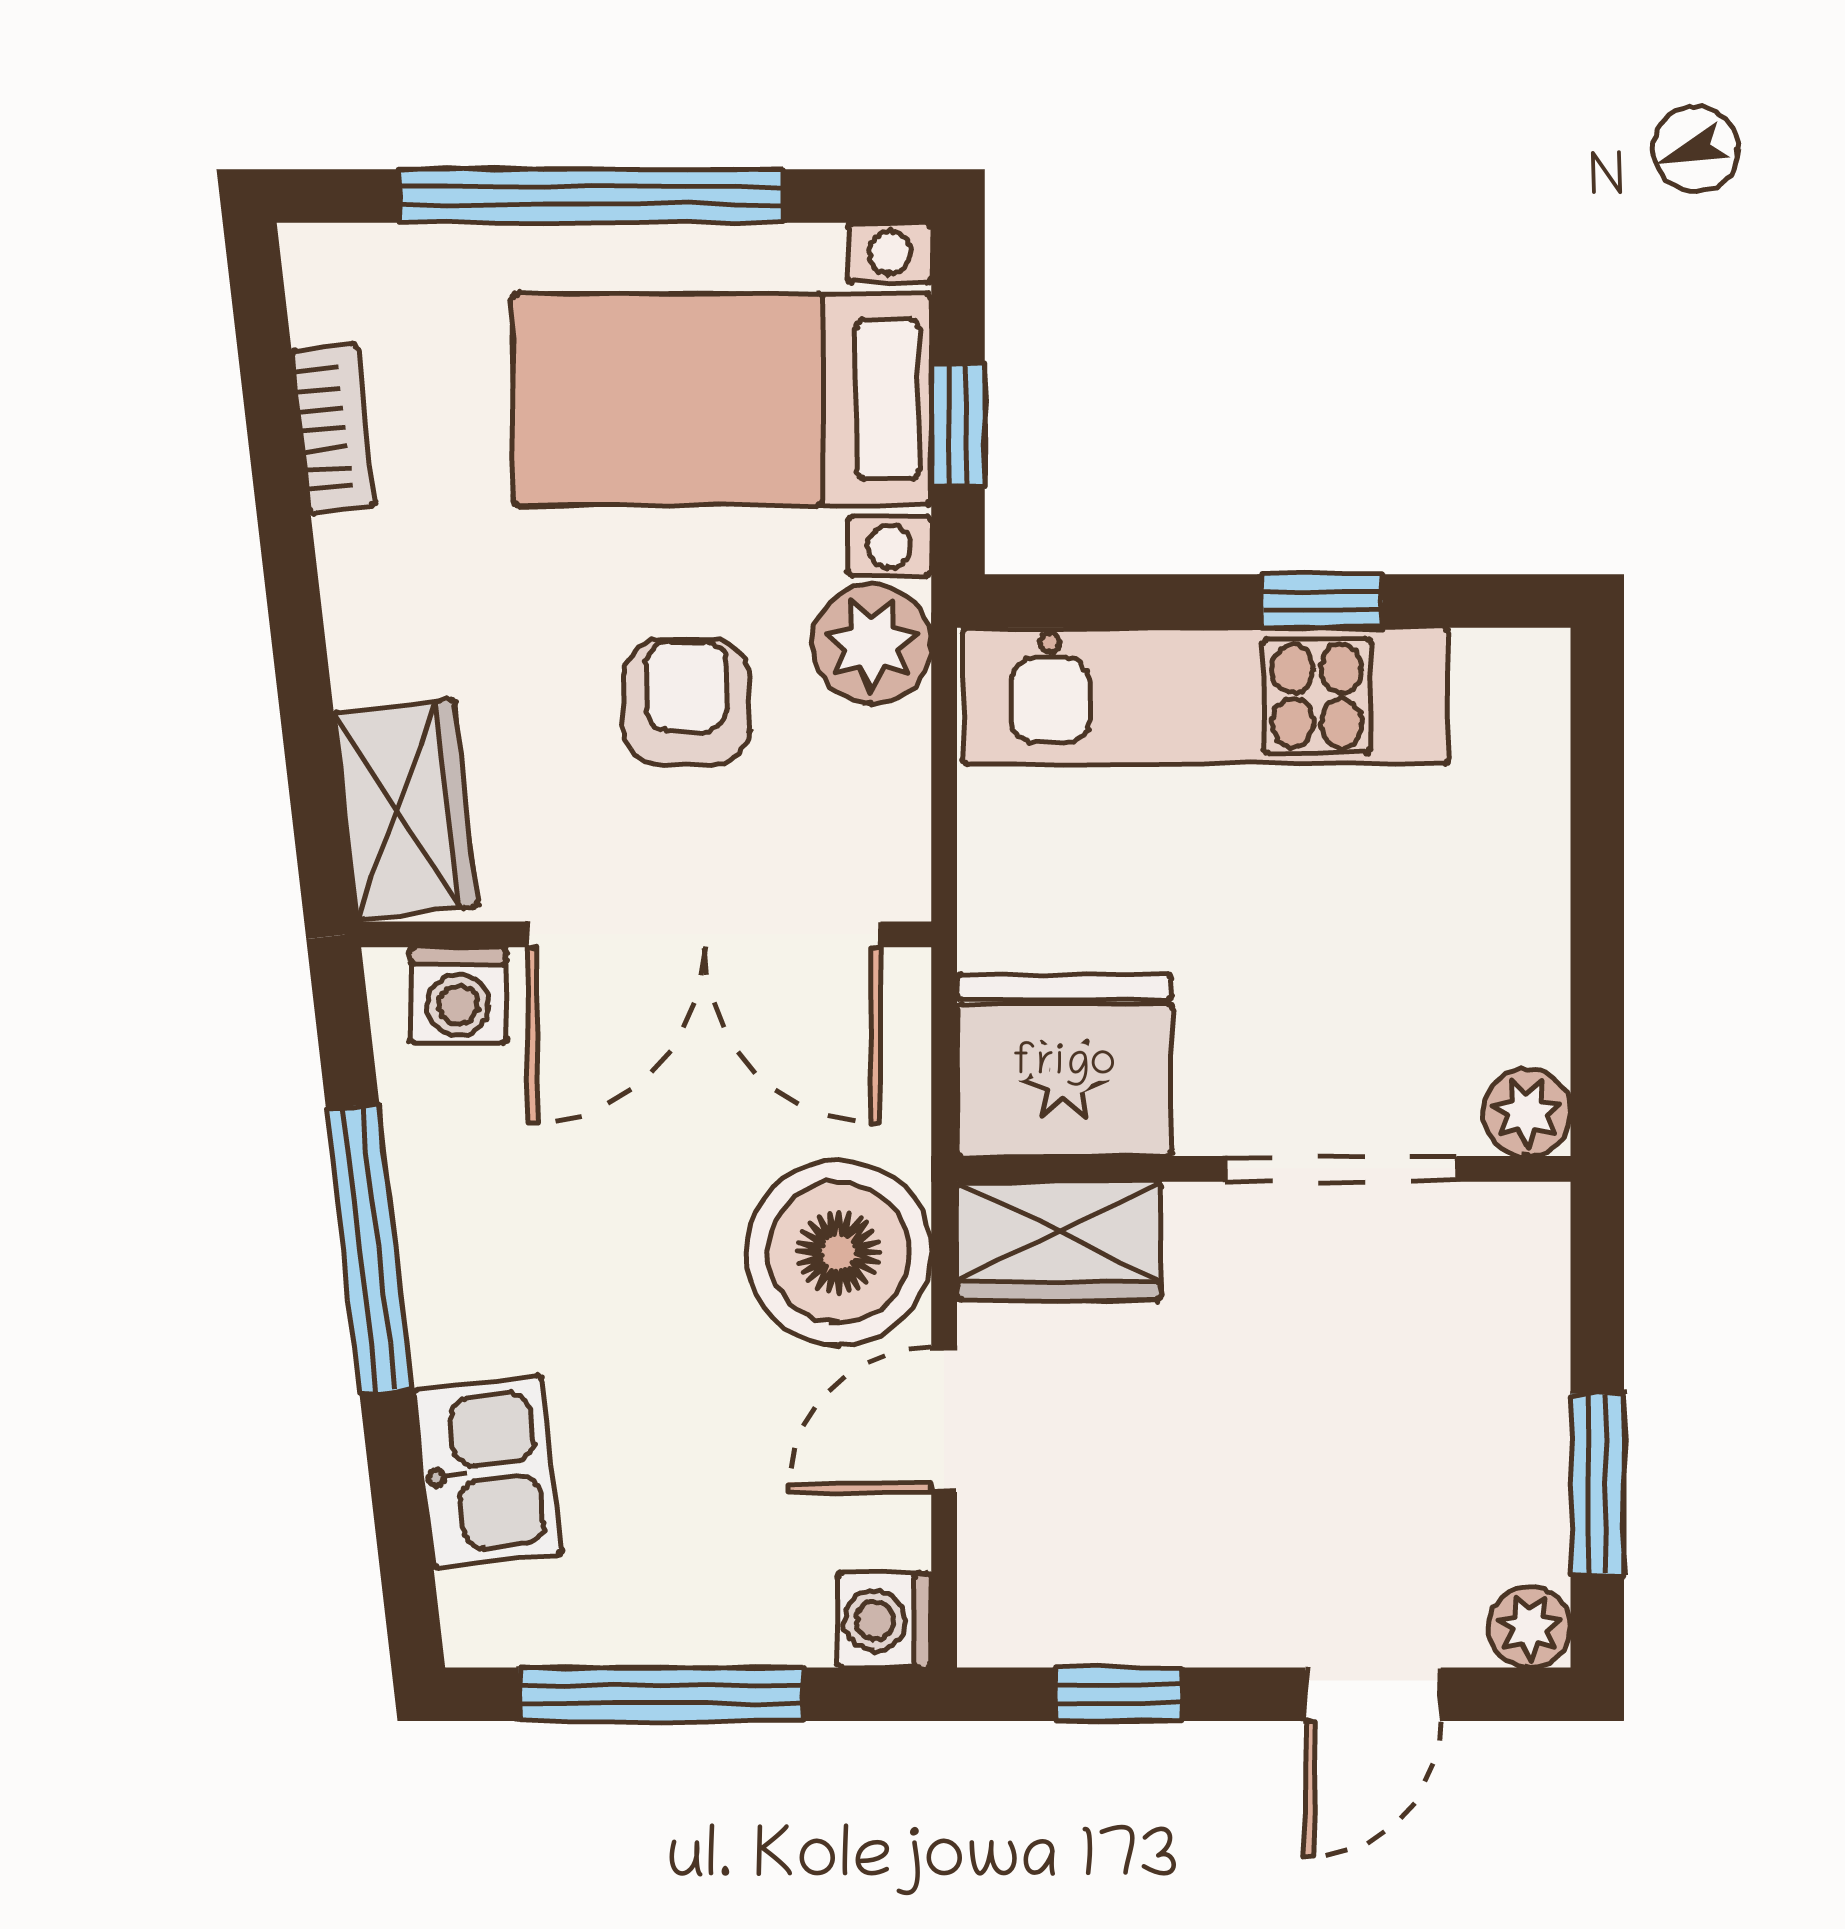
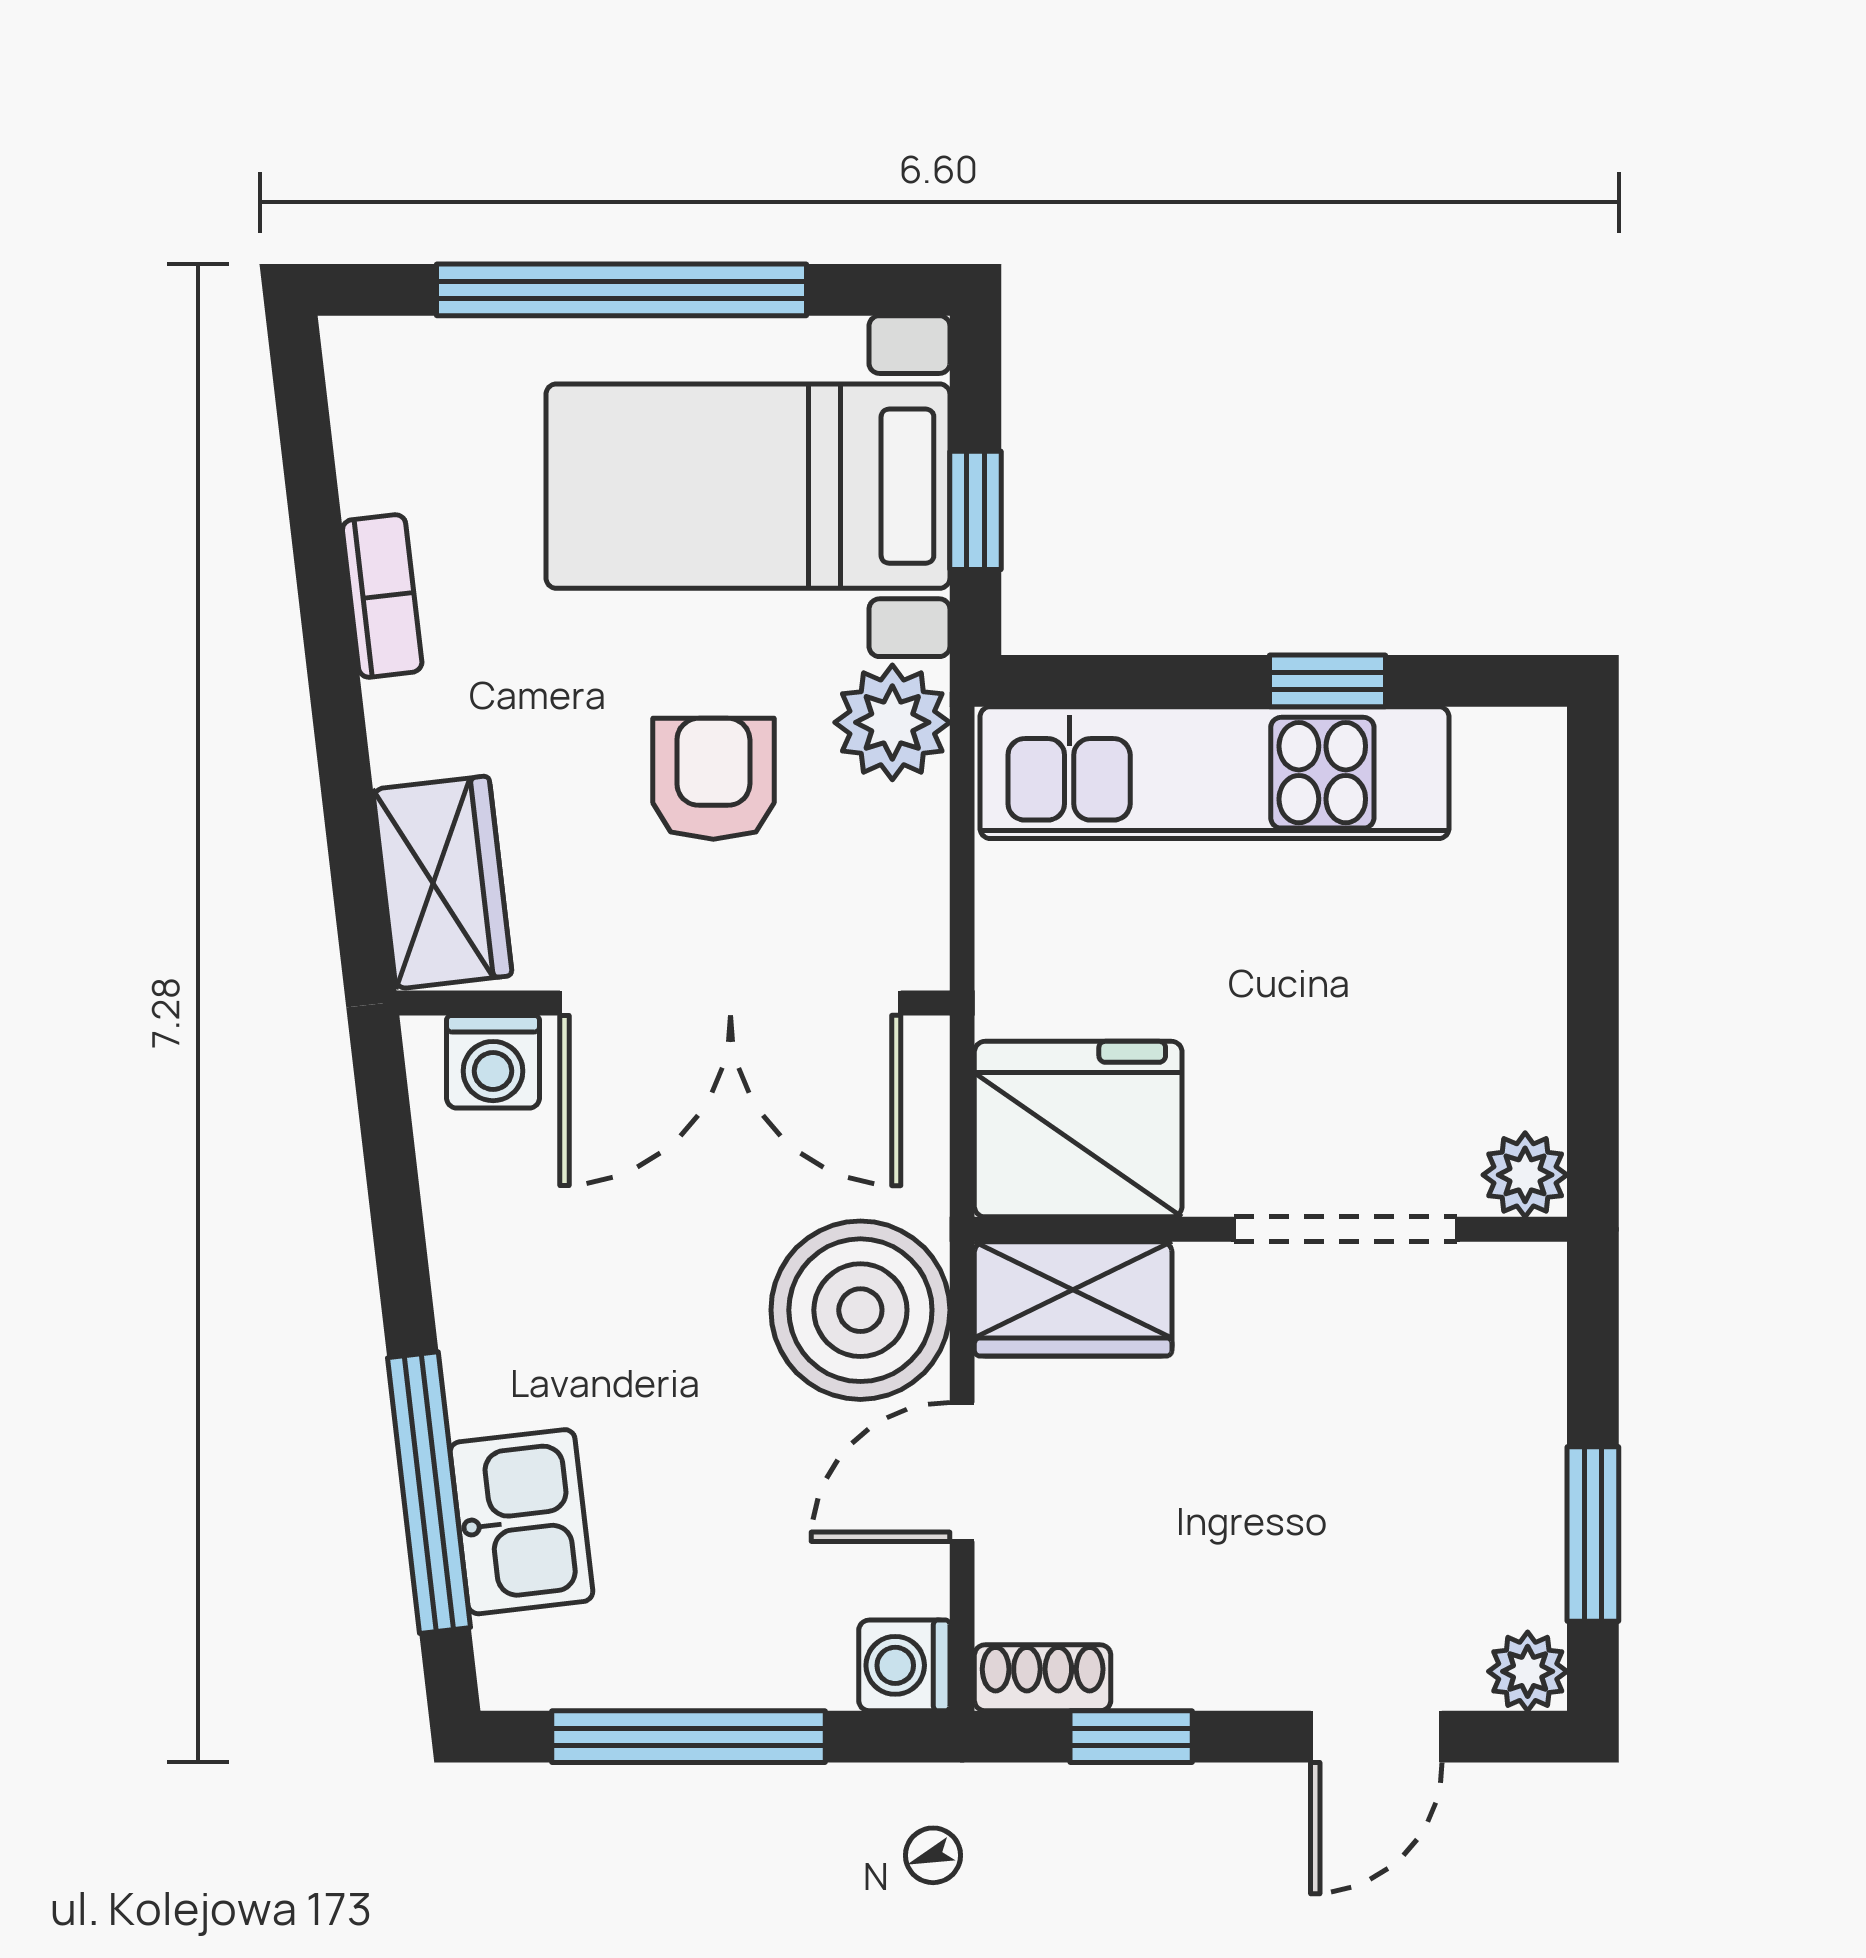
bookcase: (334, 428) -> (382, 596), moved
window: (369, 1249) -> (429, 1493), moved
shoe rack: (1027, 1633) -> (1043, 1678), added

